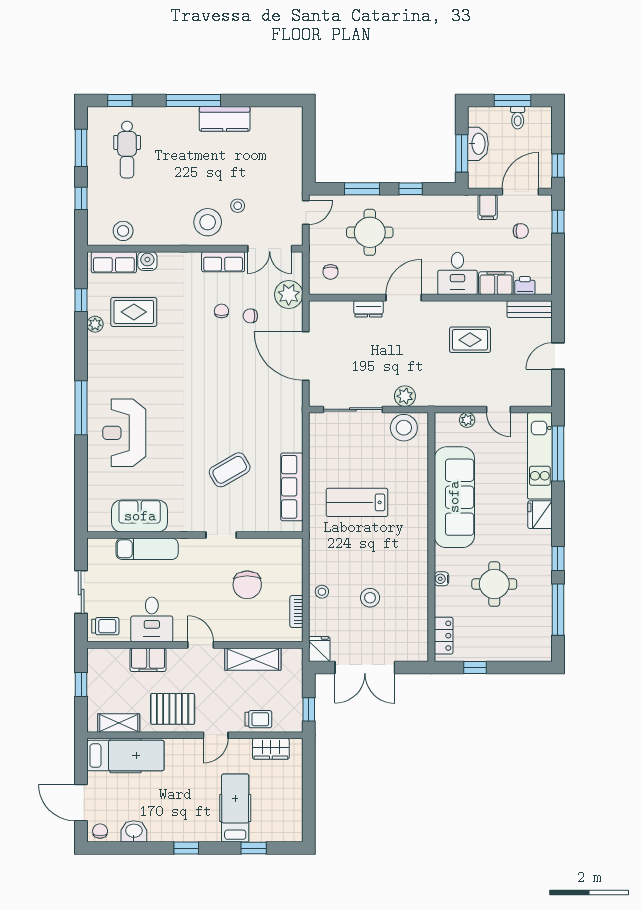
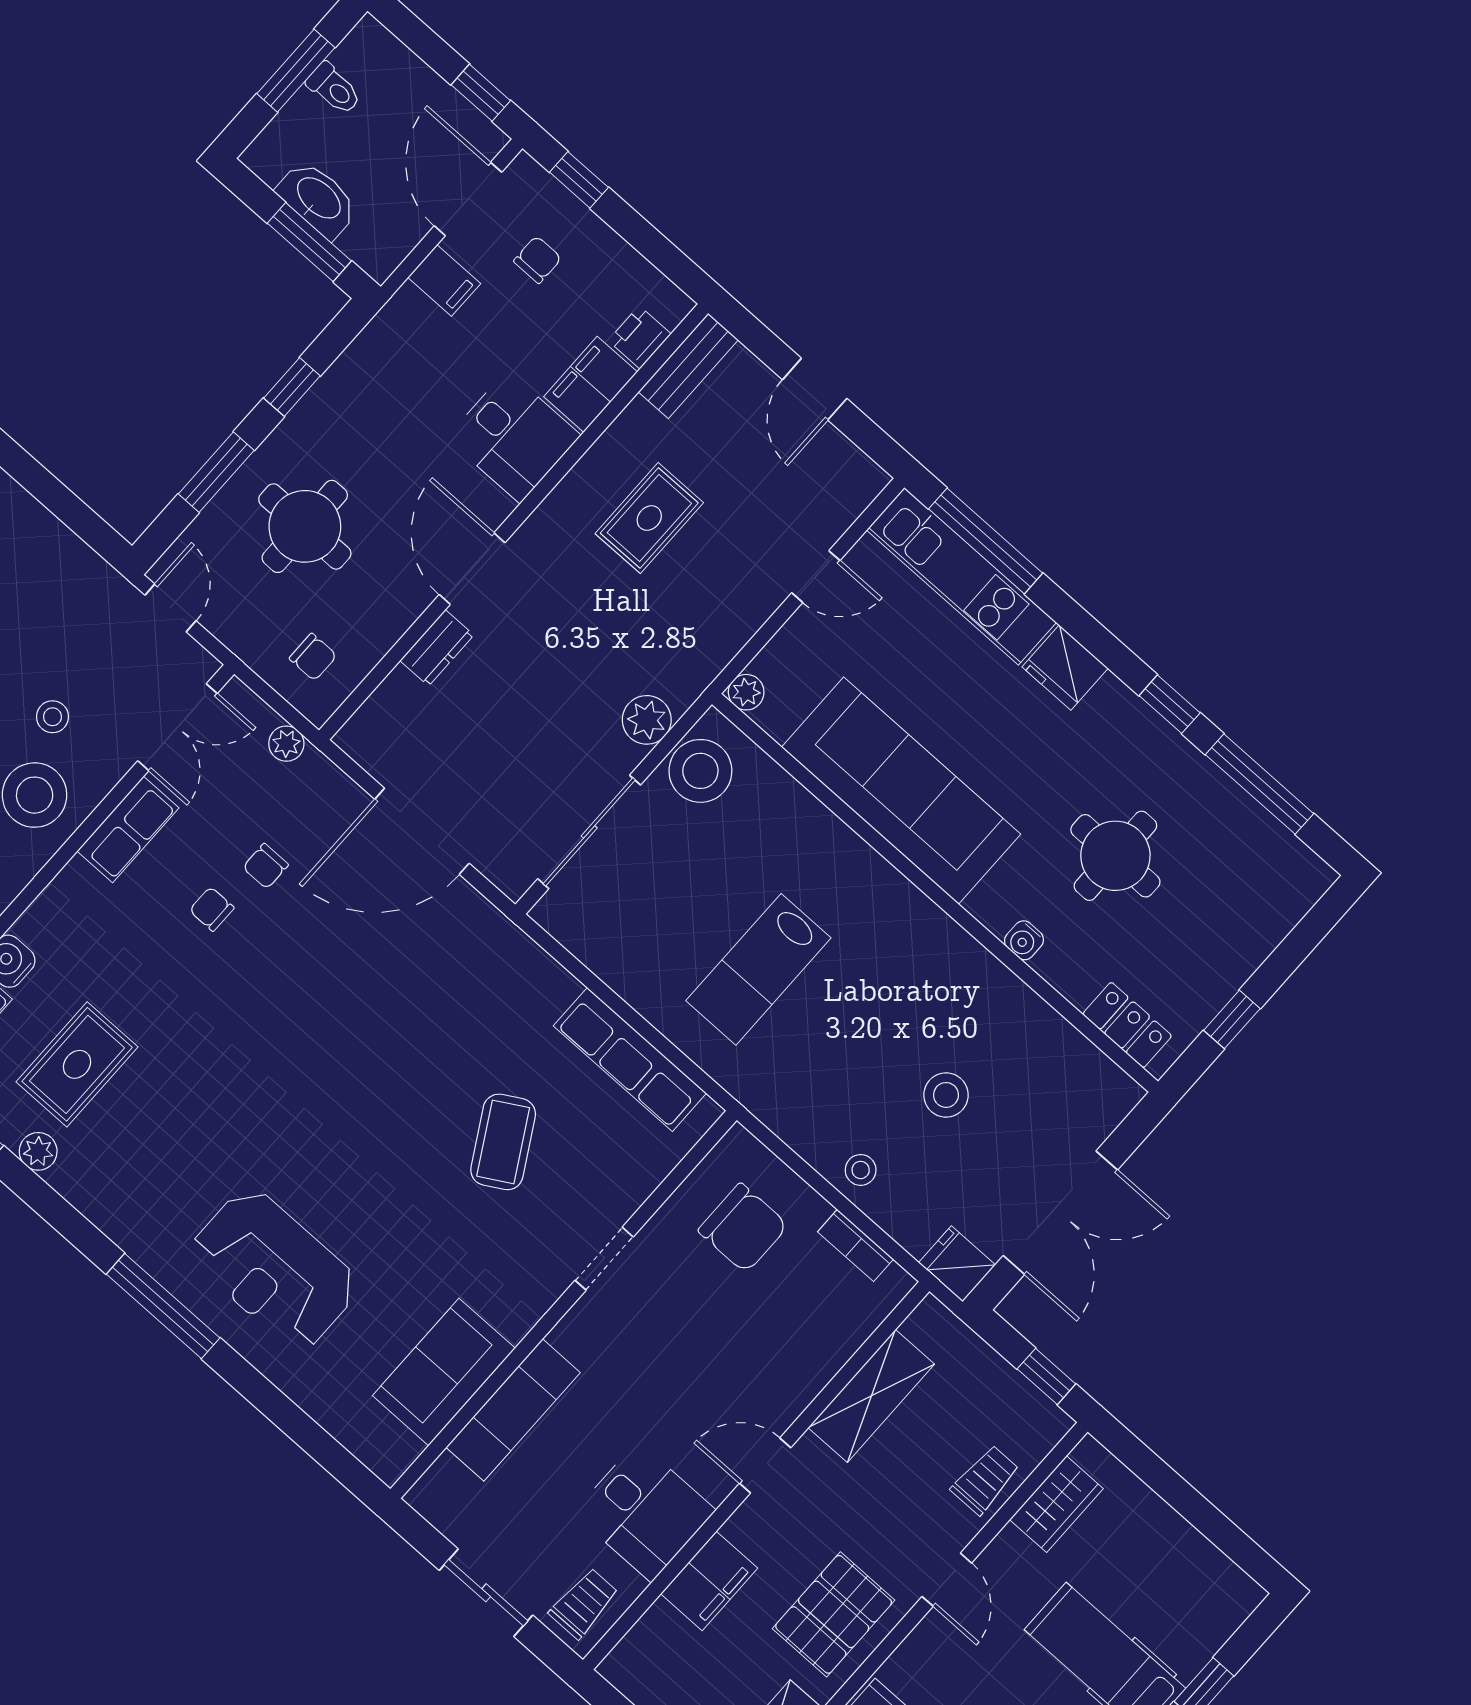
plant: (289, 294) -> (286, 744), width x0.53, depth x0.53
plant: (467, 420) -> (746, 692), moved
chair: (247, 585) -> (743, 1228), moved

